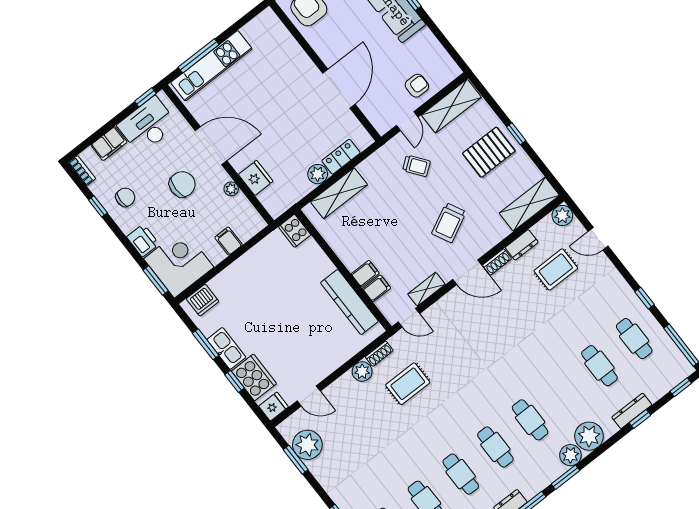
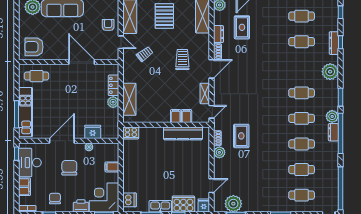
cafe table: (272, 42) -> (36, 76), added
trolley: (449, 223) -> (182, 60), turned -153
plant: (570, 455) -> (332, 116), moved

